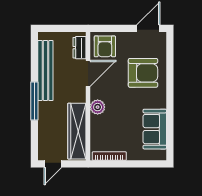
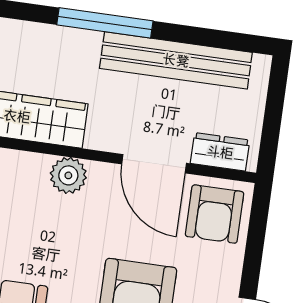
armchair: (105, 46) -> (215, 214), turned -90

